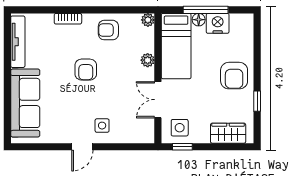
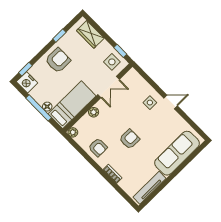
nightstand: (218, 23) -> (27, 82), moved
window: (257, 35) -> (25, 69), added

